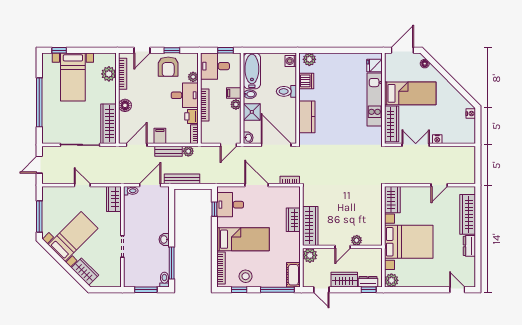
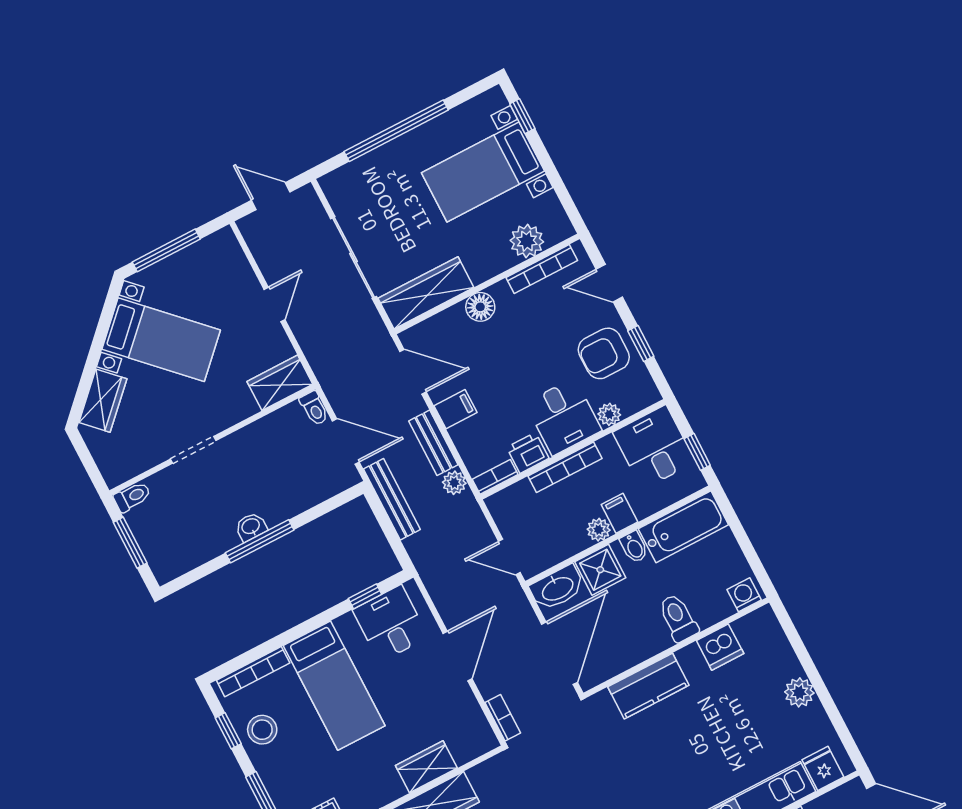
plant: (309, 59) -> (799, 692), moved
washbasin: (248, 138) -> (557, 588), width x1.91, depth x1.45
window: (172, 263) -> (260, 541), moved
toilet: (164, 280) -> (132, 497), moved

